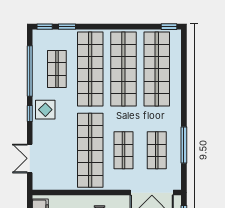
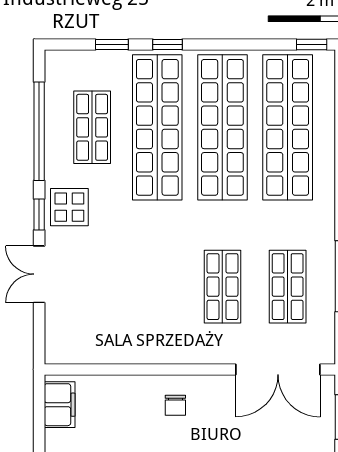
window: (45, 27) -> (167, 44), moved
shop shelf: (90, 150) -> (157, 287), removed
double door: (30, 158) -> (39, 274), moved

